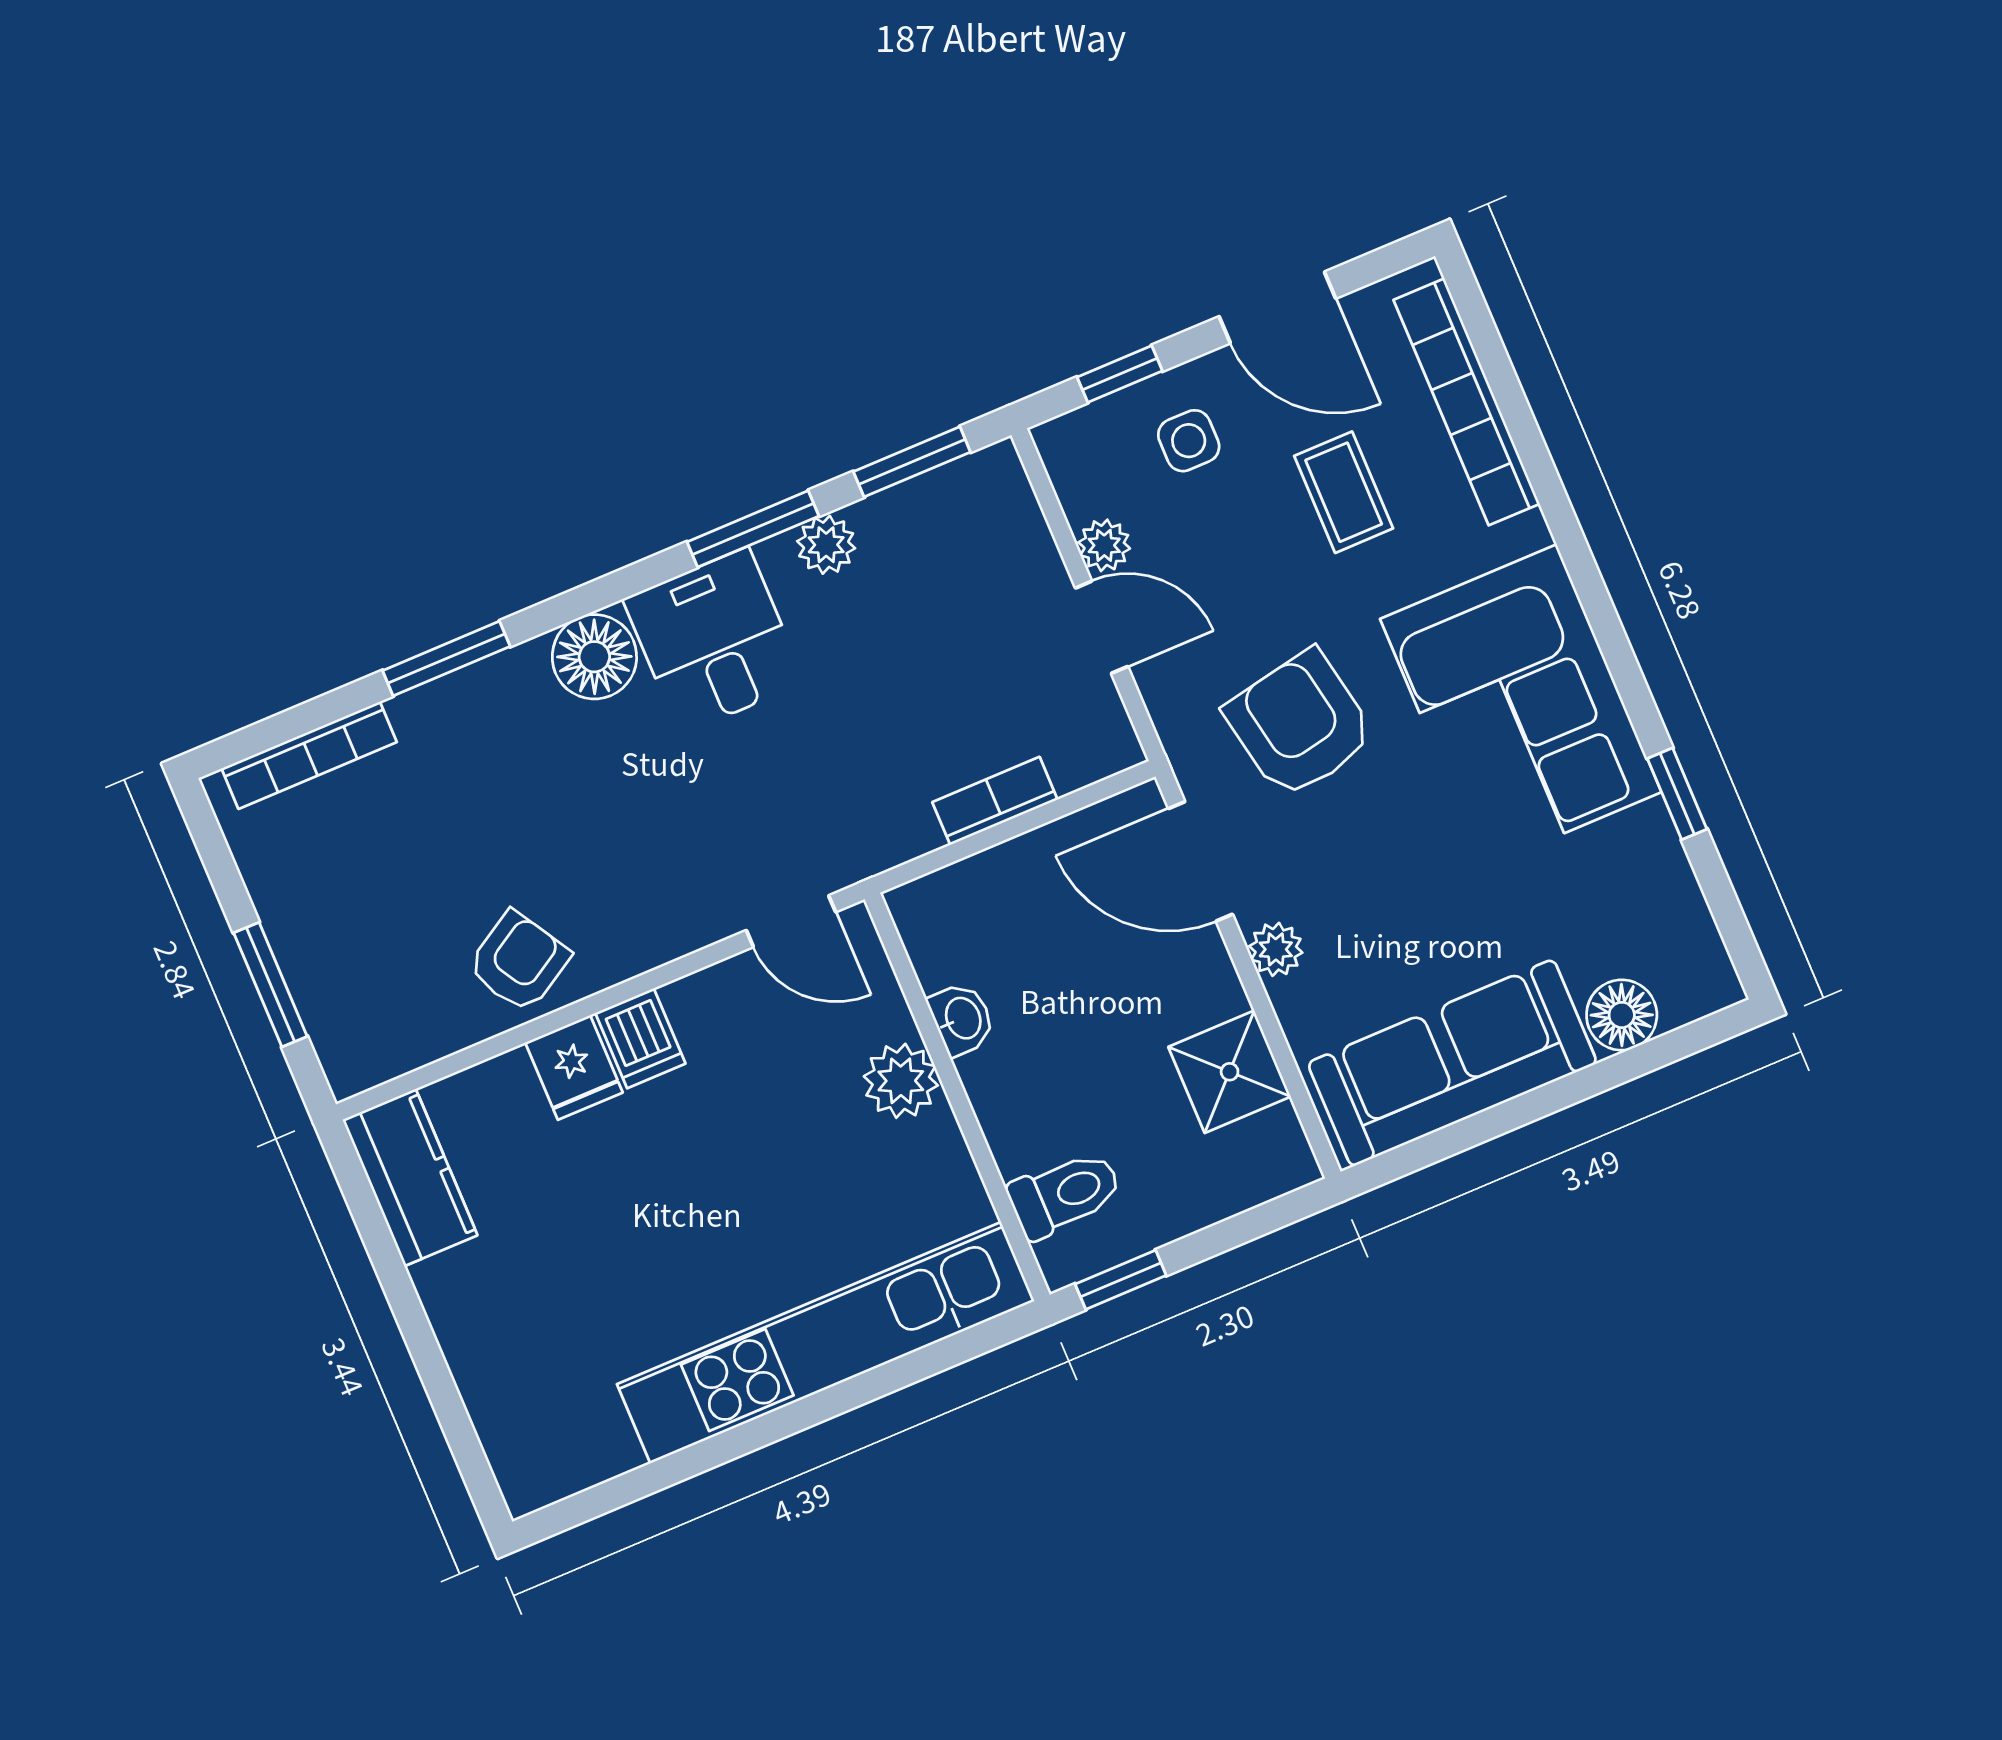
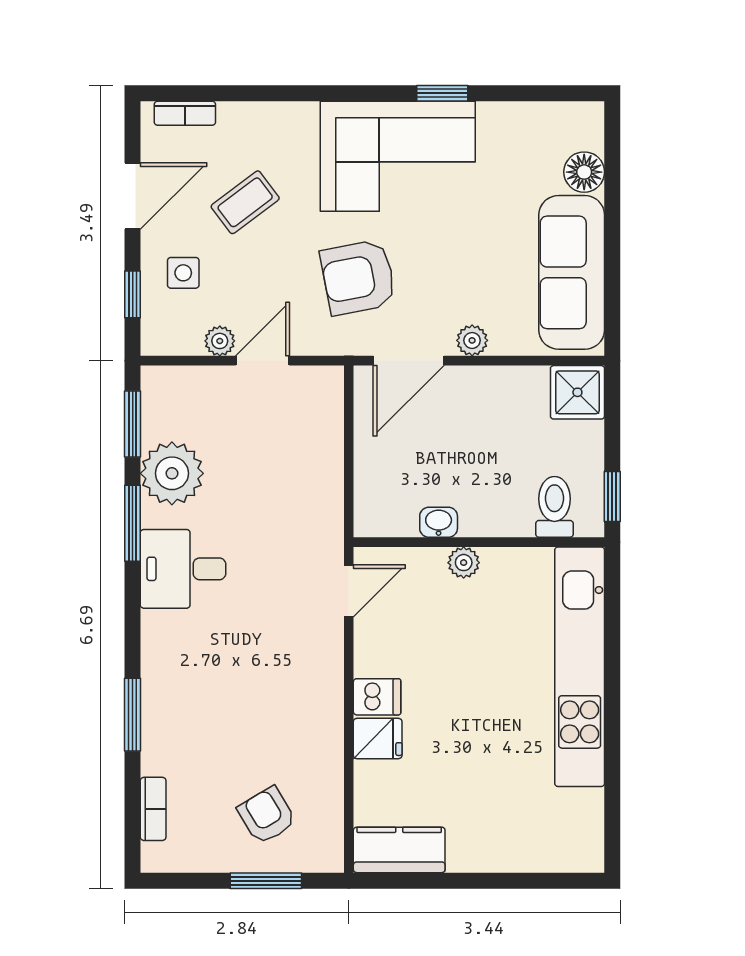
bookcase: (1467, 402) -> (185, 113), width x0.43, depth x0.76
coffee table: (1344, 492) -> (245, 202), turned -37
plant: (826, 545) -> (172, 473), width x1.87, depth x1.87
floor lamp: (594, 657) -> (165, 636), removed
bookcase: (309, 755) -> (153, 809), width x0.64
window: (1677, 794) -> (442, 93), moved
bookcase: (995, 801) -> (331, 456), removed
armchair: (519, 962) -> (267, 815), moved
shower: (1230, 1072) -> (577, 392), moved
plant: (901, 1081) -> (464, 563), width x0.73, depth x0.73

